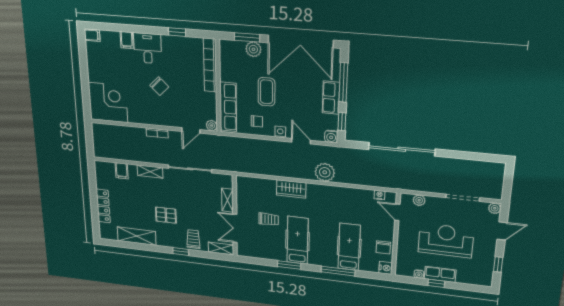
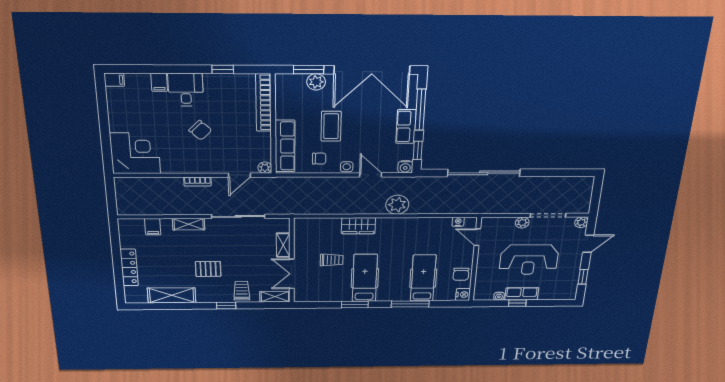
plant: (419, 200) -> (522, 223), moved
reception desk: (446, 240) -> (529, 260), turned 180

